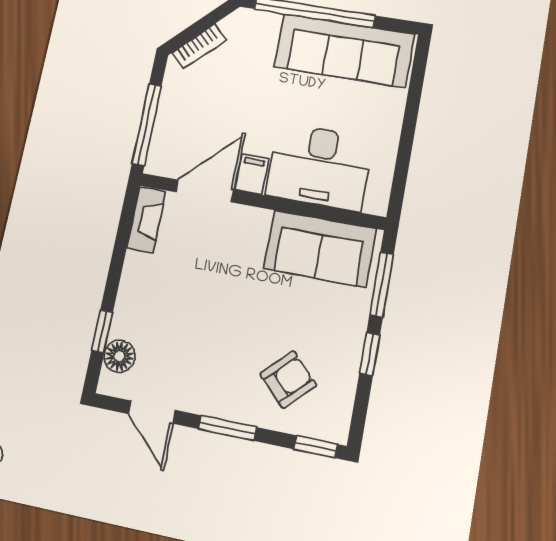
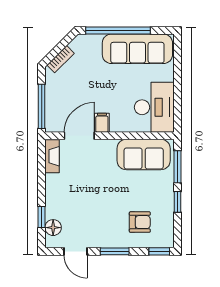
desk: (319, 167) -> (154, 107), moved, turned -90
armchair: (288, 379) -> (140, 222), turned 45

